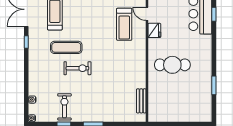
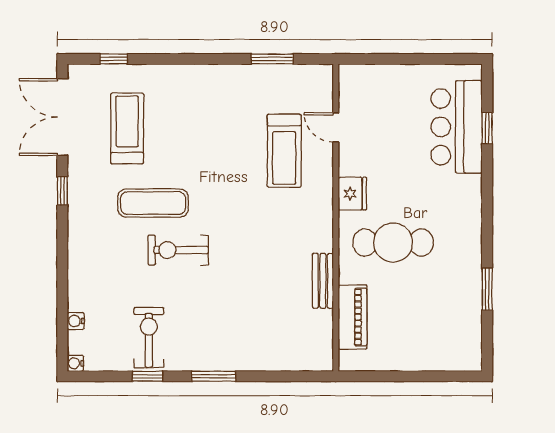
fridge: (154, 30) -> (352, 194), moved
exercise bike: (77, 68) -> (178, 250), turned 180
piano: (154, 98) -> (353, 317), added
bench: (141, 101) -> (323, 281), moved

